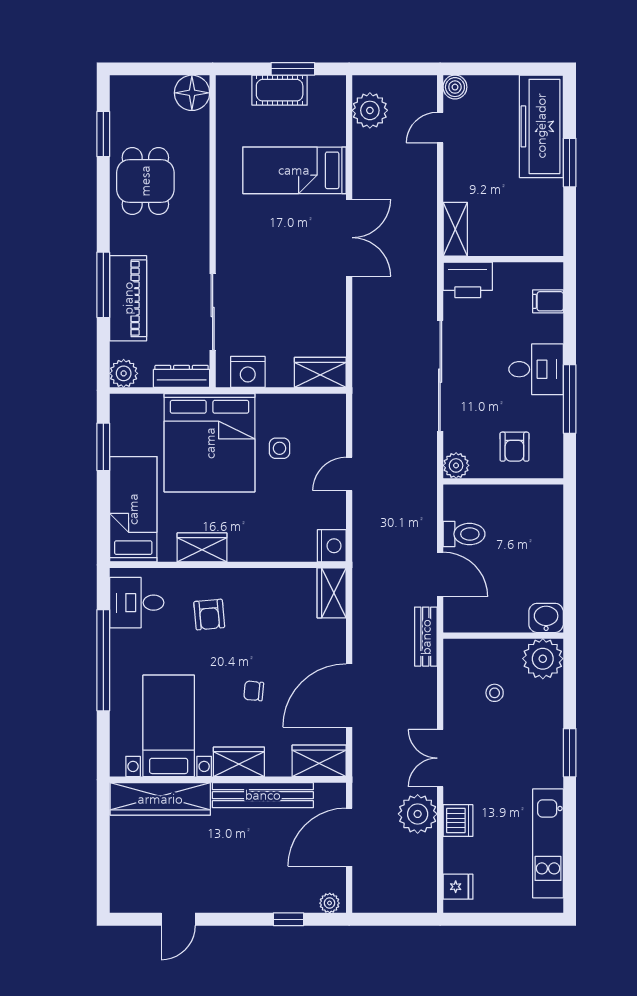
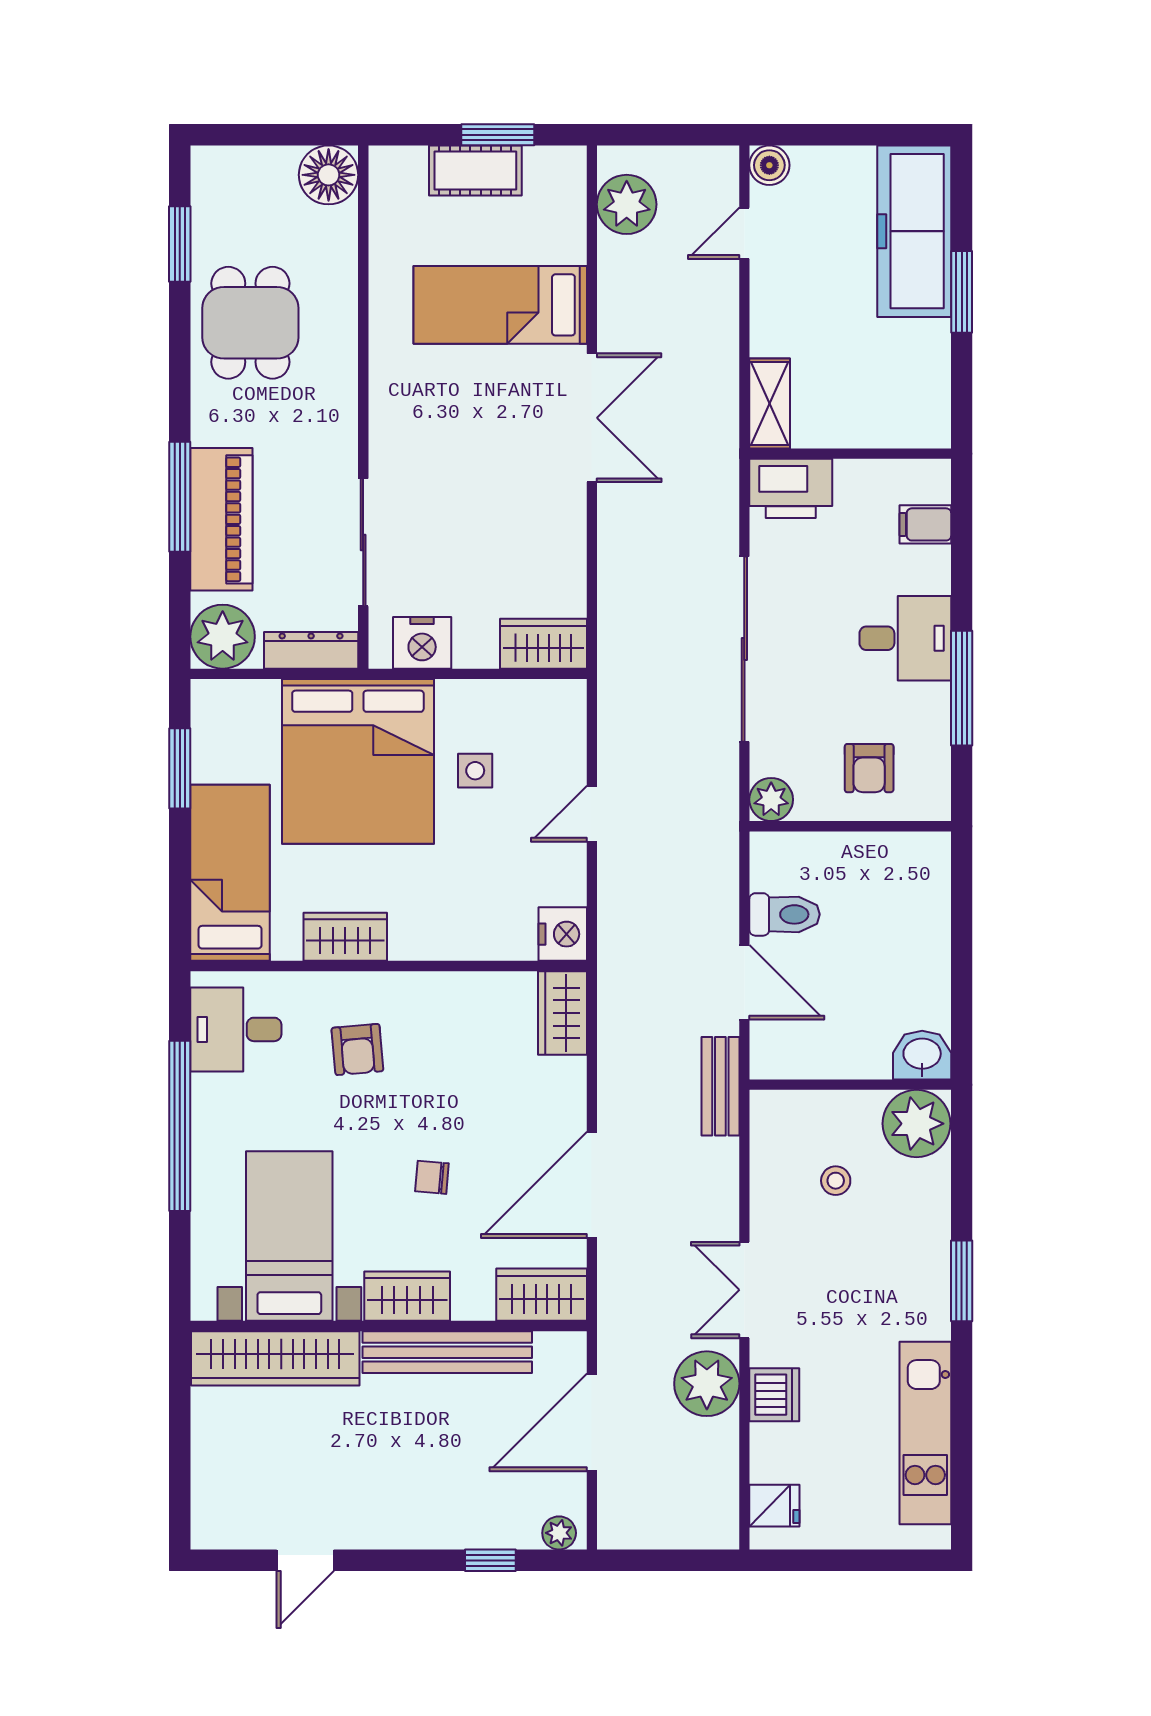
plant: (124, 373) -> (223, 637), width x1.36, depth x1.36

